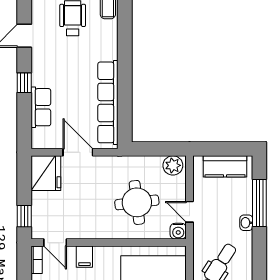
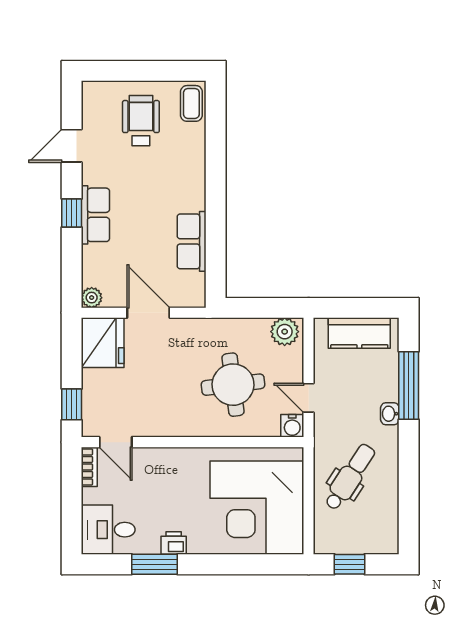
row of seats: (108, 102) -> (192, 241), width x0.50
row of seats: (41, 107) -> (95, 215), moved
plant: (38, 142) -> (92, 298), added
filing cabinet: (84, 257) -> (158, 462), removed

